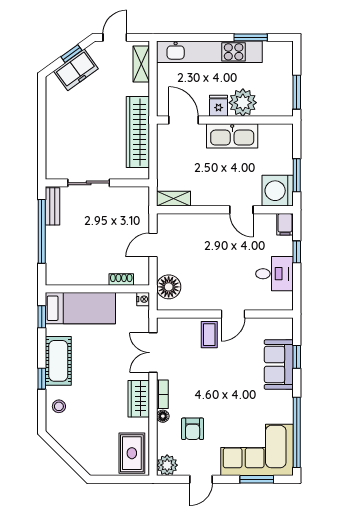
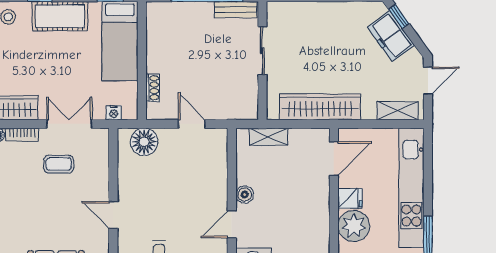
door: (115, 37) -> (428, 80), hinge flipped
window: (71, 54) -> (399, 17), moved
kitchen sink: (232, 136) -> (316, 214), removed
boiler: (215, 198) -> (245, 195), added
shelving: (173, 199) -> (269, 137), moved, turned 90
nightstand: (143, 299) -> (114, 113), moved
coffee table: (209, 335) -> (59, 164), moved

